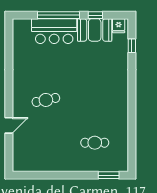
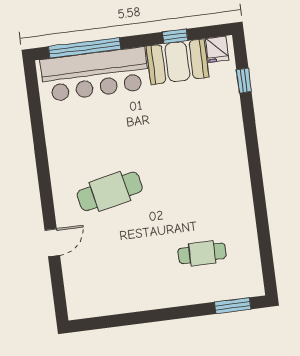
window: (58, 15) -> (85, 48), moved
bar counter: (54, 31) -> (95, 74), width x1.36
cafe table: (46, 100) -> (110, 191), width x1.37, depth x1.35

